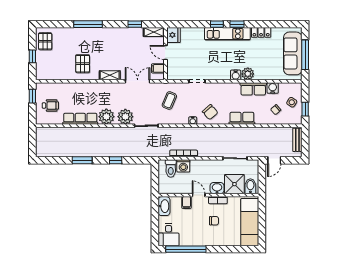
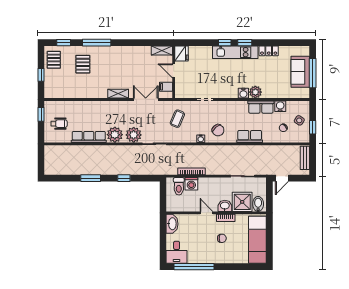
window: (135, 24) -> (64, 43), moved
sofa: (293, 53) -> (300, 72), width x0.73
pallet: (83, 64) -> (83, 64), moved
filing cabinet: (187, 203) -> (194, 220), removed

